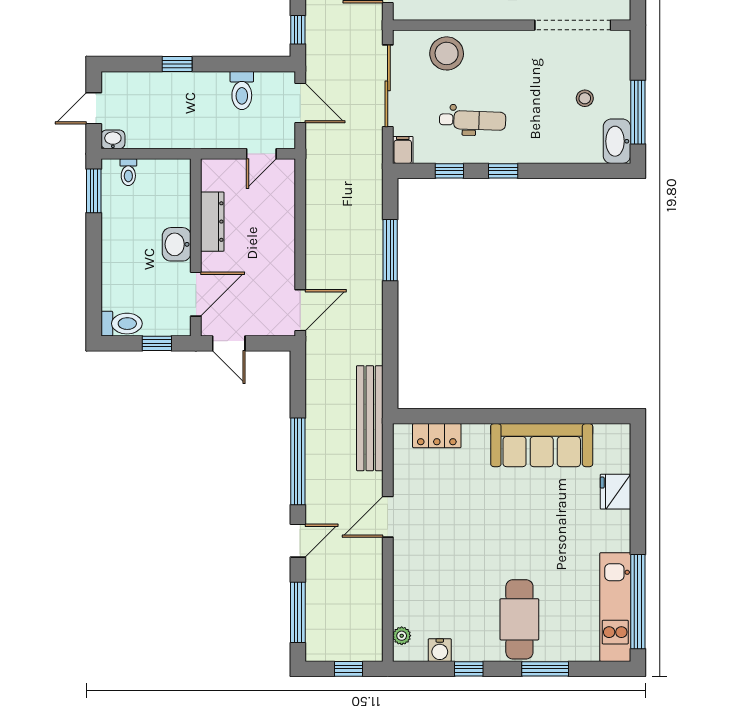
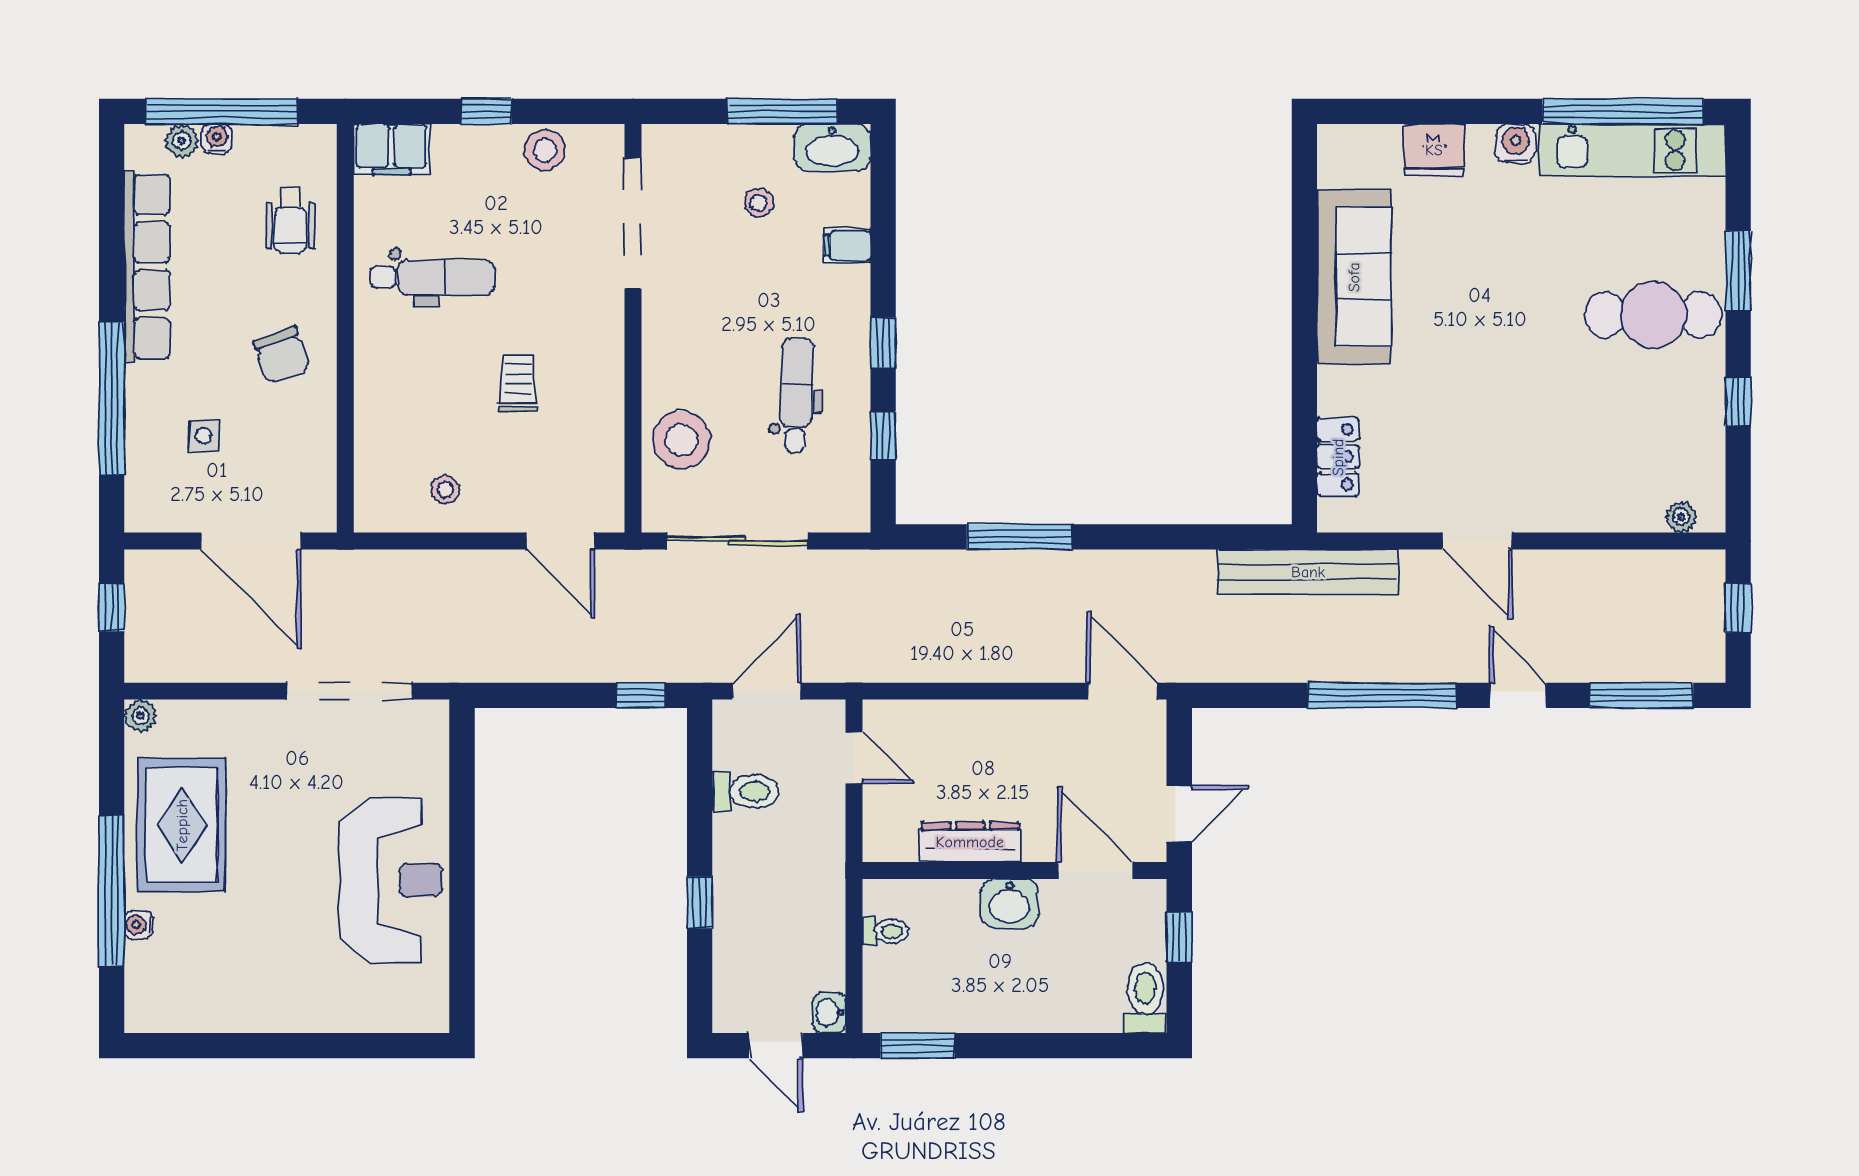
filing cabinet: (403, 150) -> (847, 245), moved
toilet: (128, 172) -> (885, 931), moved
water cooler: (440, 650) -> (1516, 144), moved, turned -90

